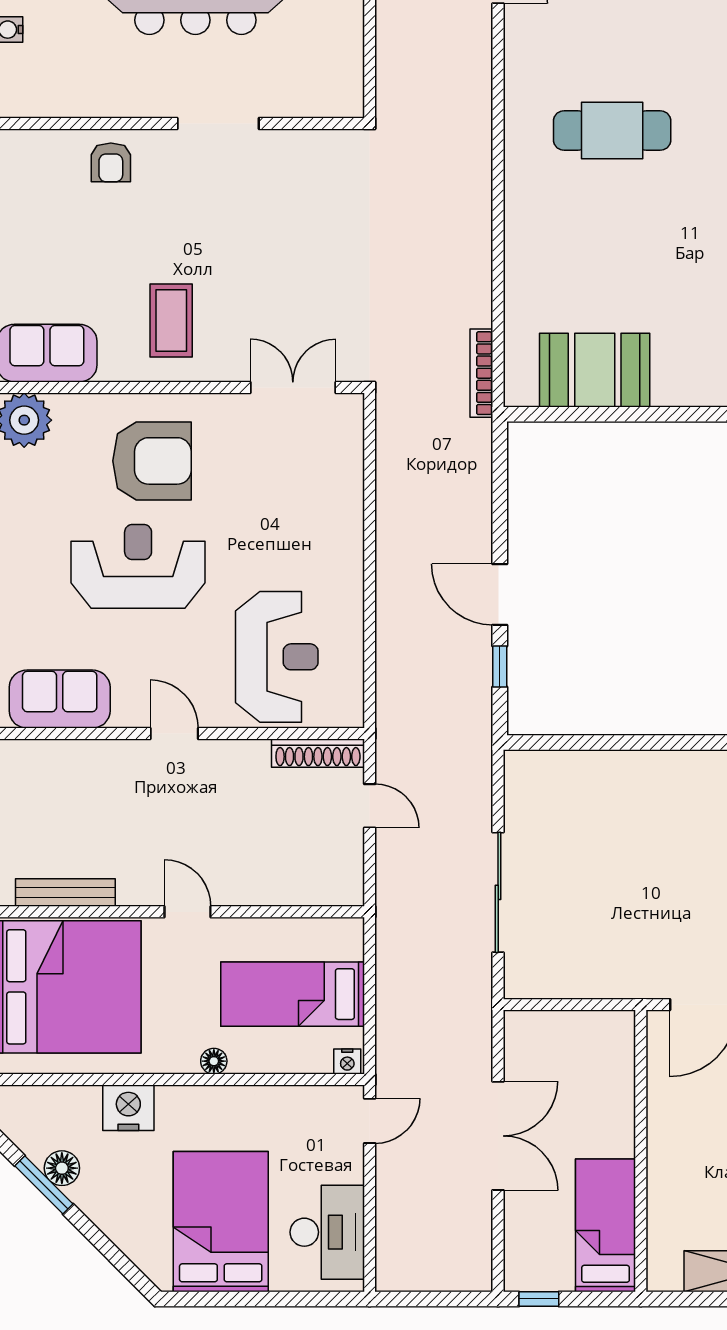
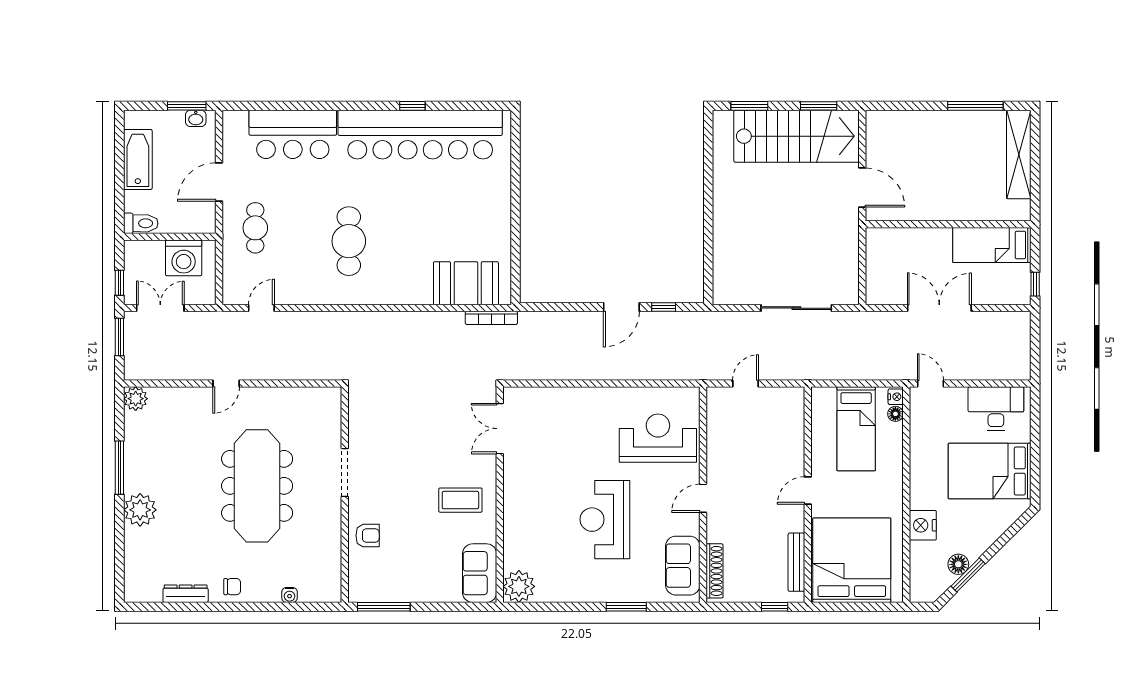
booth: (595, 370) -> (466, 283), moved, turned 90
armchair: (152, 461) -> (543, 511), removed
shoe rack: (318, 753) -> (715, 571), moved
floor lamp: (214, 1061) -> (895, 414), moved

